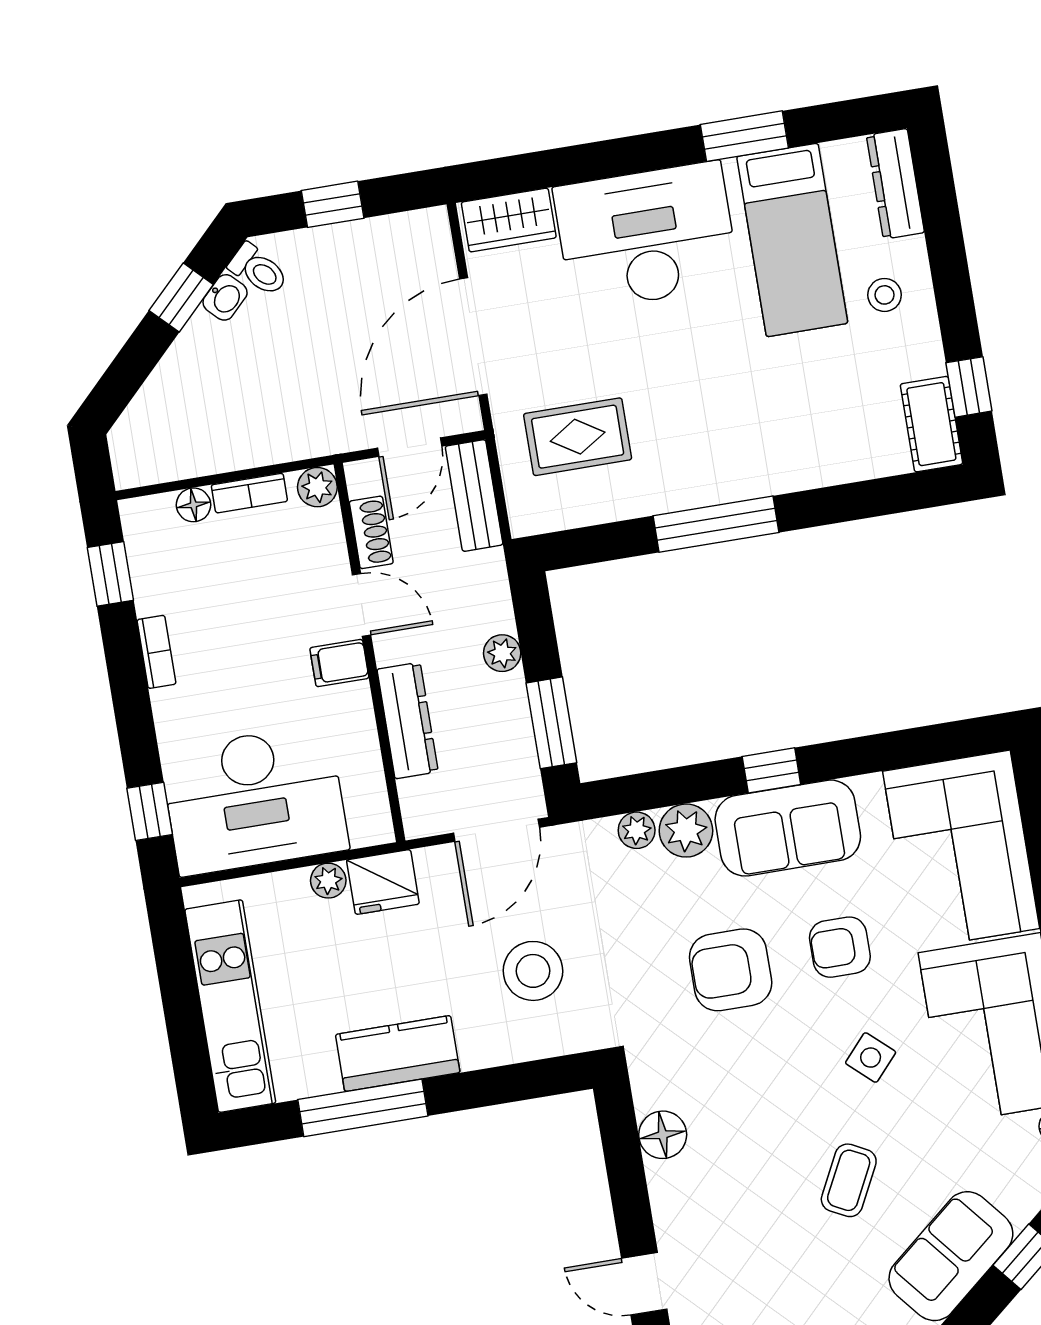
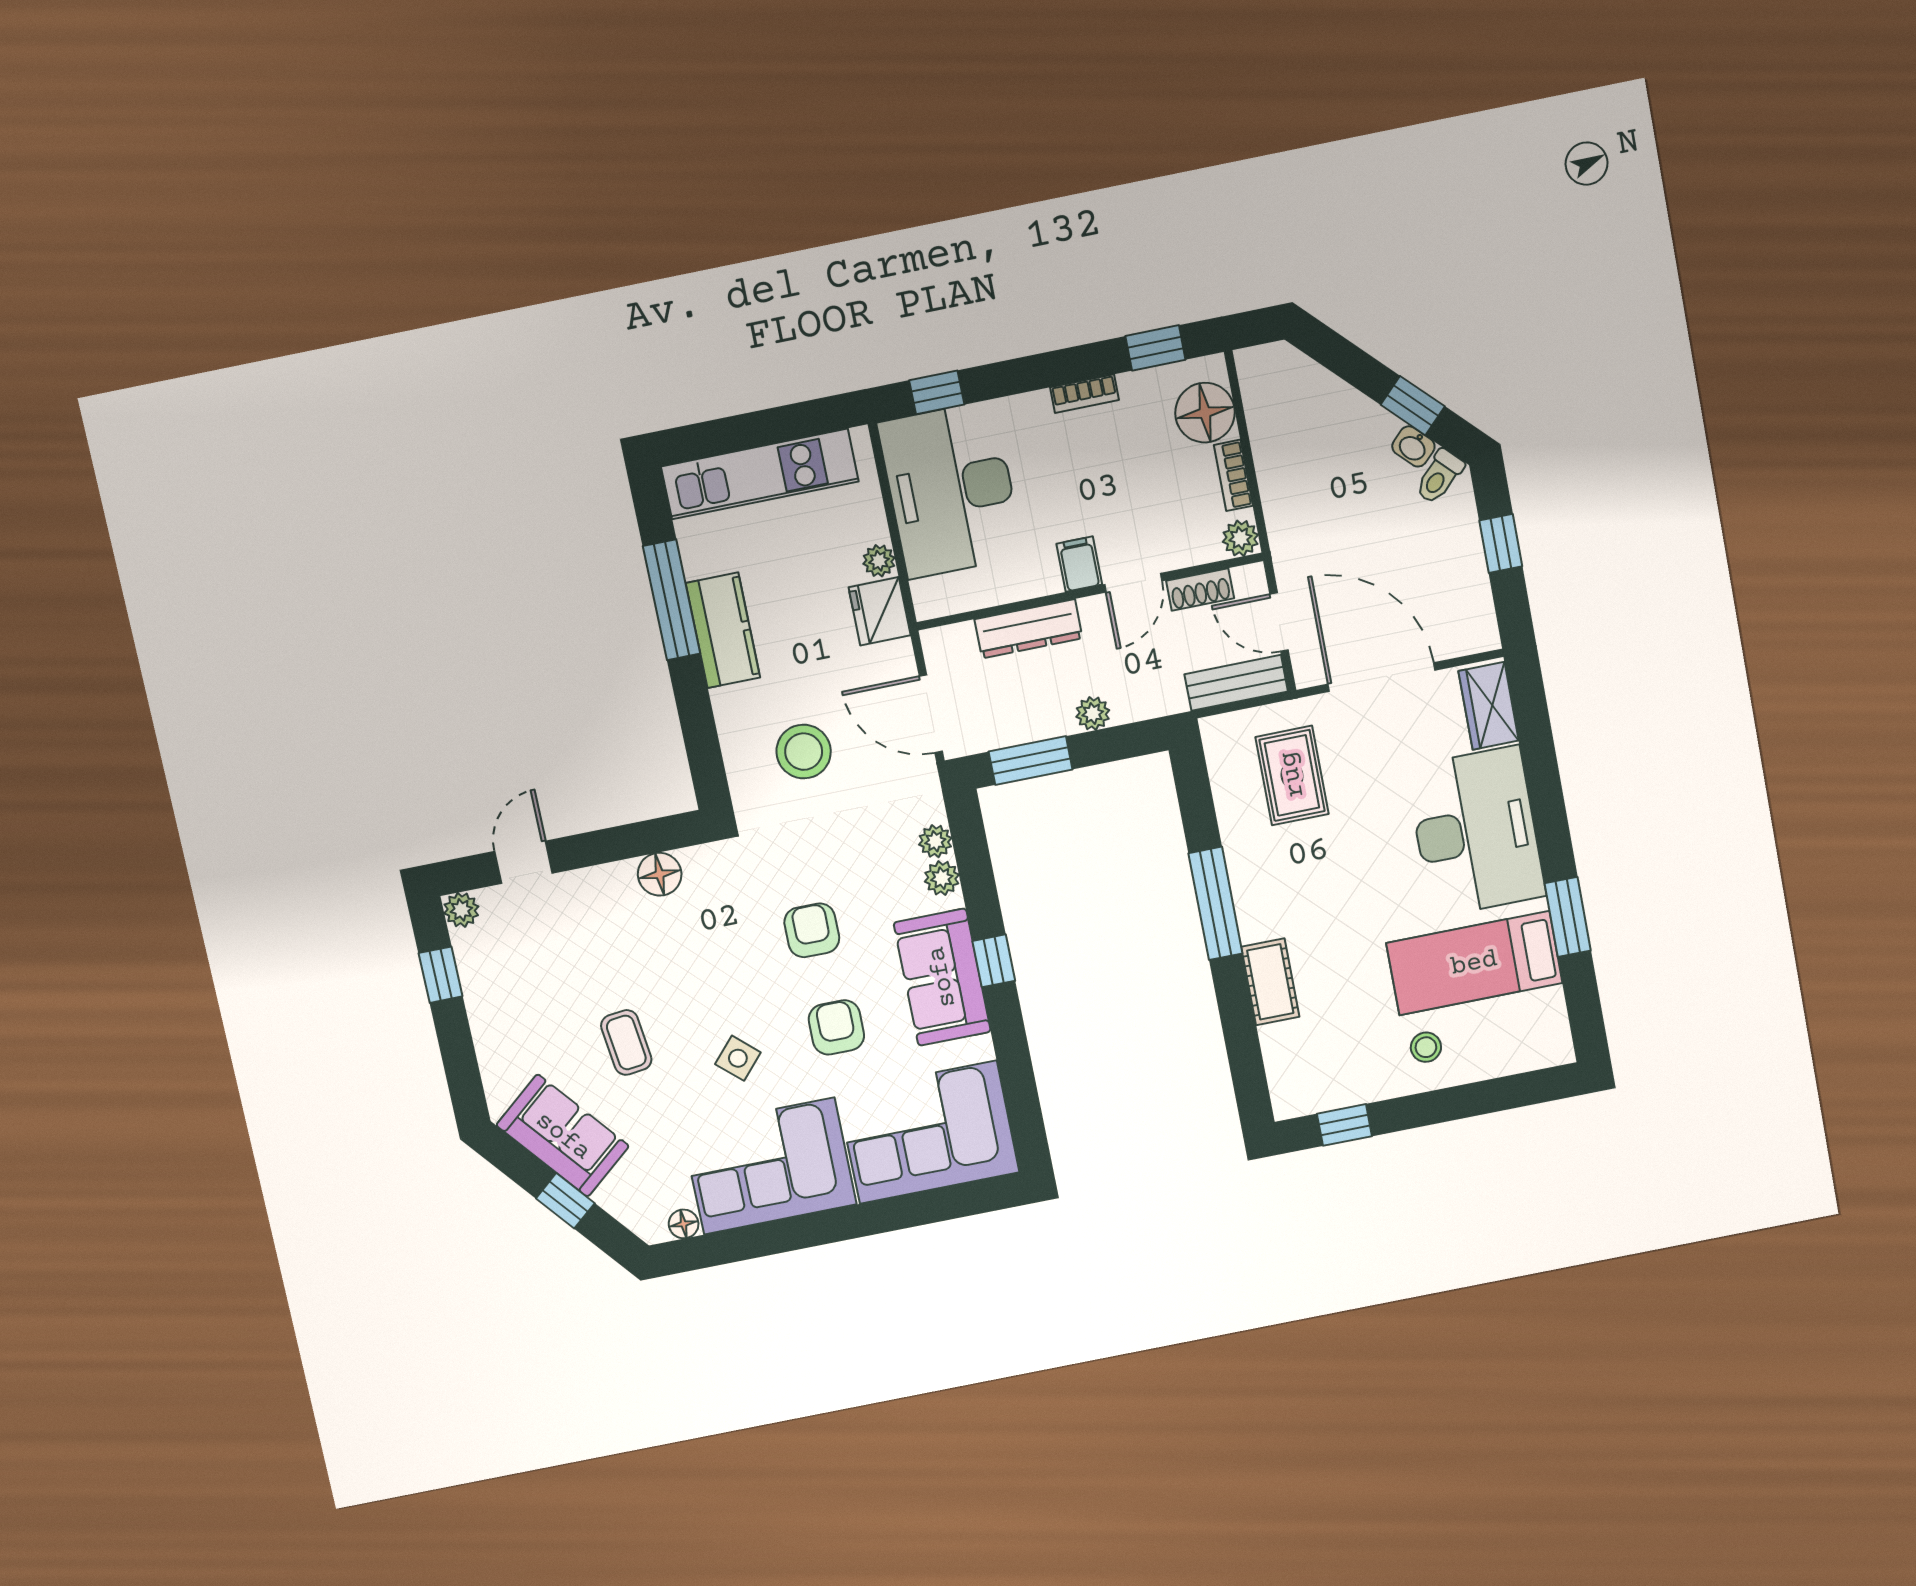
dresser: (895, 184) -> (1526, 1053), removed
cot: (931, 424) -> (1270, 982), moved, turned 90
floor lamp: (193, 505) -> (1205, 413), width x1.89, depth x1.89
plant: (686, 831) -> (942, 878), width x0.73, depth x0.73
armchair: (731, 970) -> (812, 930), width x0.72, depth x0.72
coffee table: (849, 1180) -> (626, 1042), turned 56

